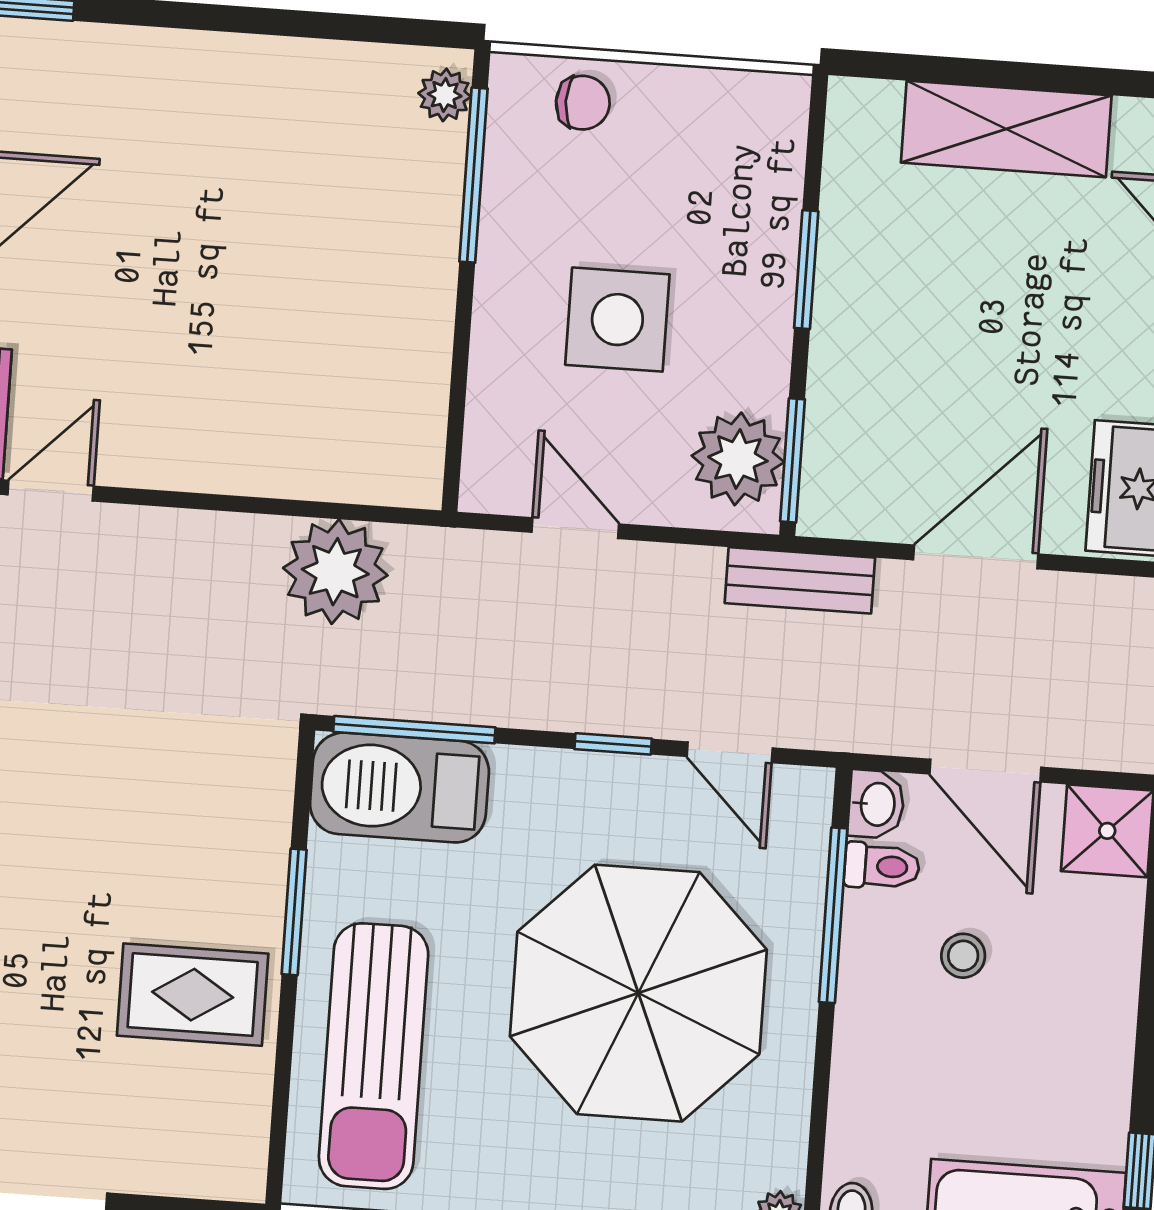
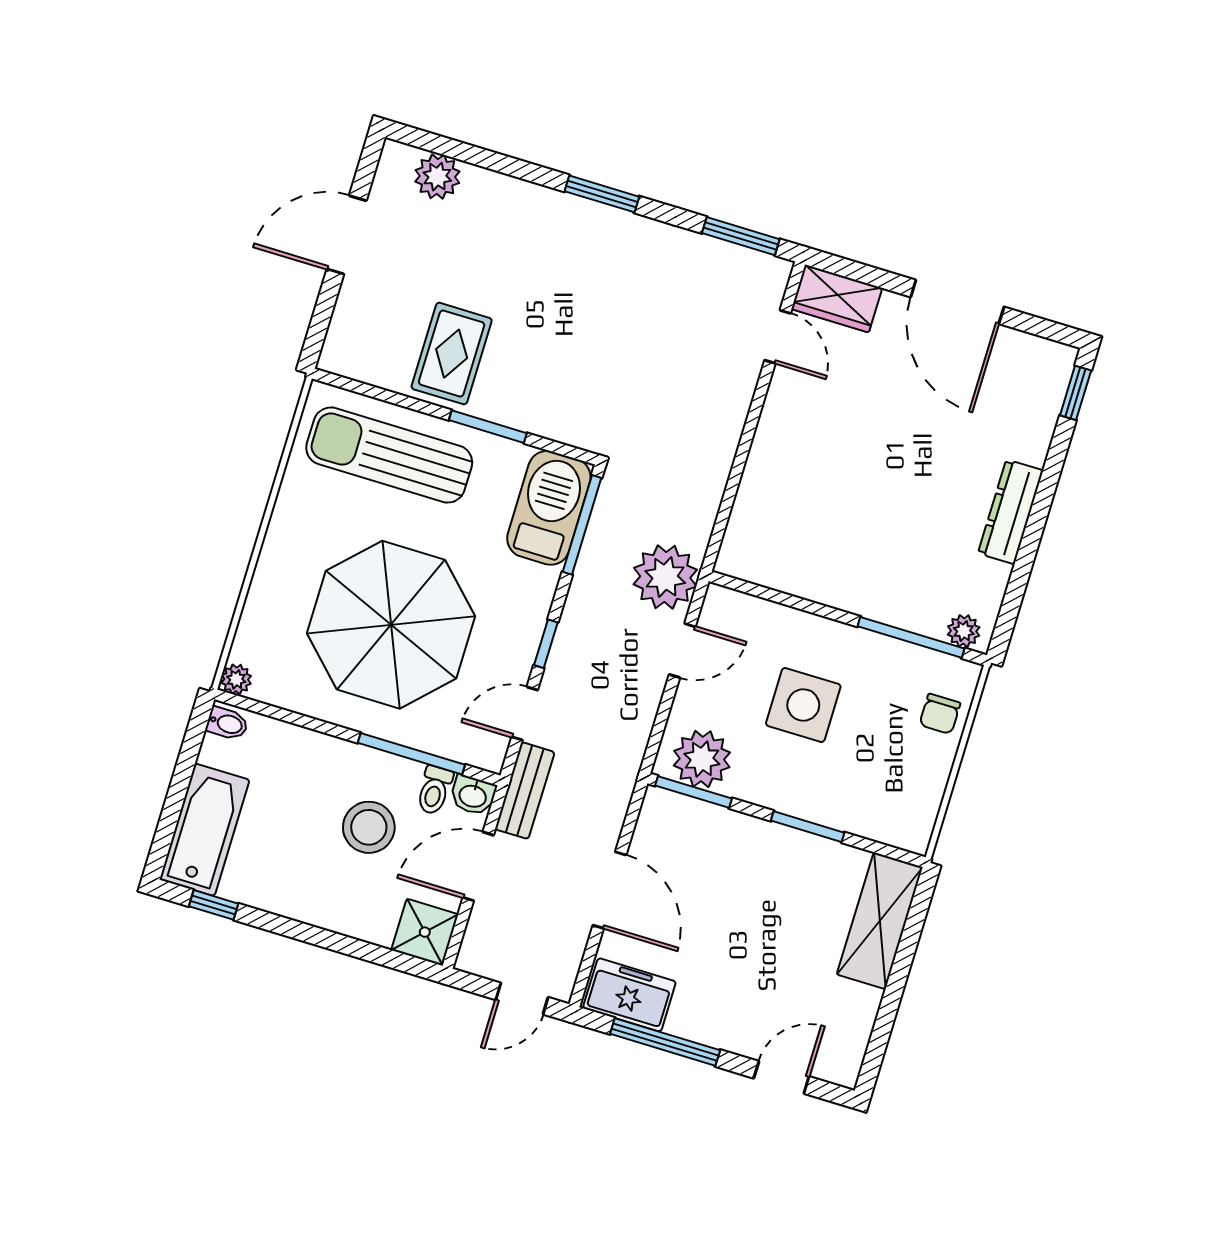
dresser: (242, 64) -> (1011, 512), added
shelving: (1006, 129) -> (880, 921), moved
plant: (335, 572) -> (665, 577), moved
bench: (800, 580) -> (525, 791), moved
stool: (963, 956) -> (369, 827), width x1.89, depth x1.89

